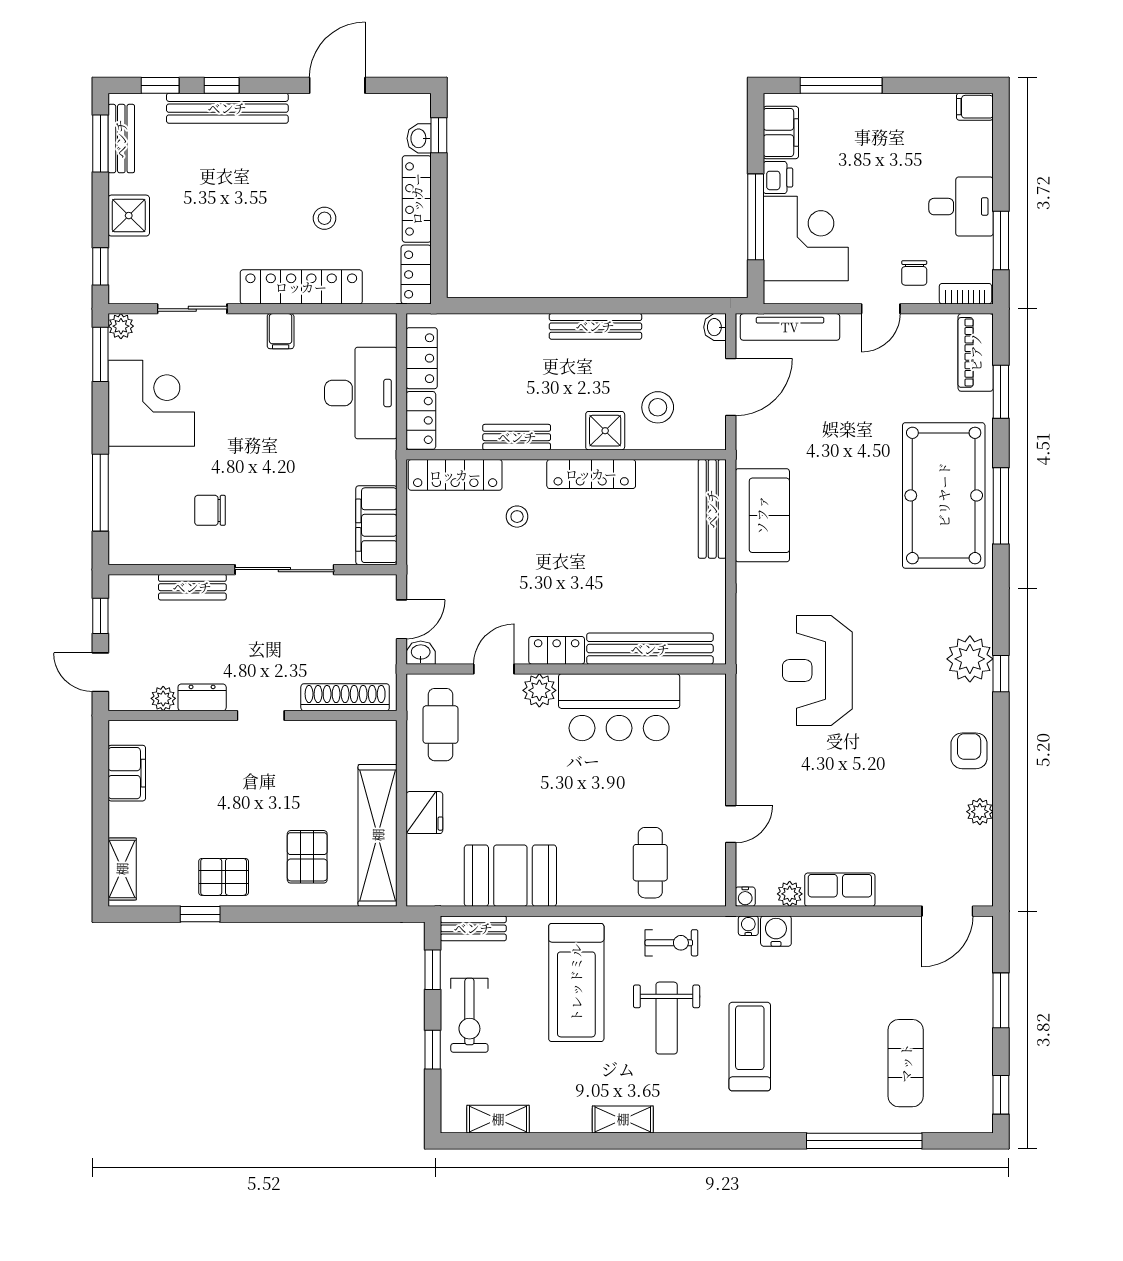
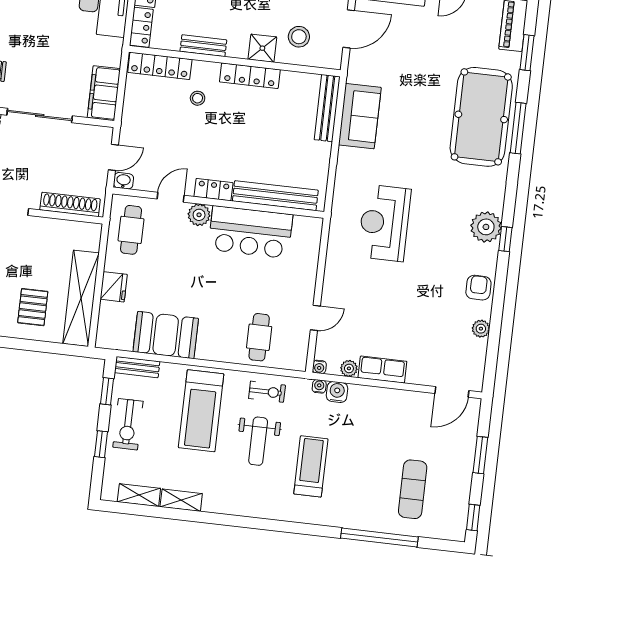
shelving: (623, 1119) -> (181, 500), moved

